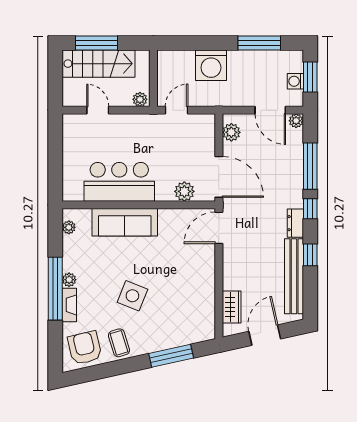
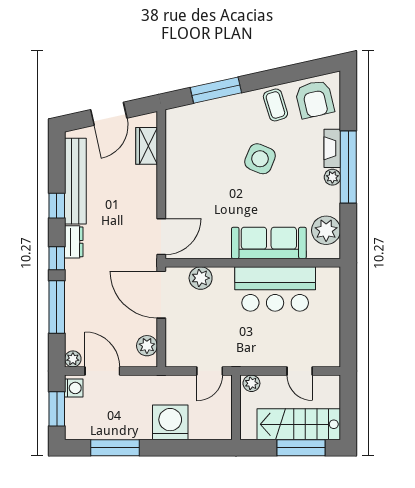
washing machine: (295, 81) -> (74, 388), moved
plant: (69, 227) -> (326, 230), width x1.87, depth x1.87

